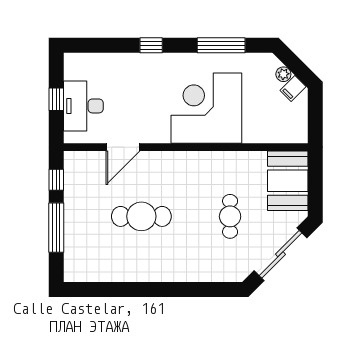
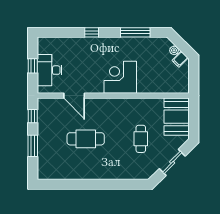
corner desk: (206, 108) -> (120, 77), width x0.74, depth x0.74
door: (123, 147) -> (74, 96), hinge flipped
window: (56, 228) -> (33, 146), width x0.69
sliding door: (280, 254) -> (172, 162), width x0.73

